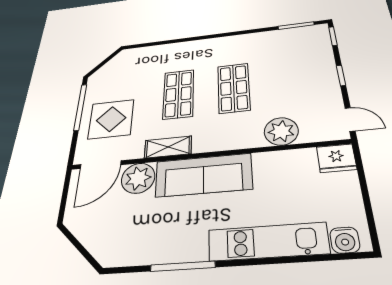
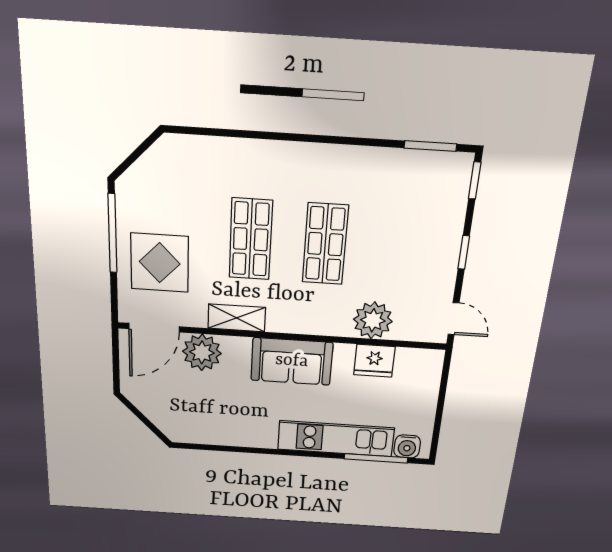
fridge: (336, 158) -> (374, 361), moved
sofa: (203, 175) -> (292, 361), width x0.73
window: (183, 266) -> (376, 458), moved

